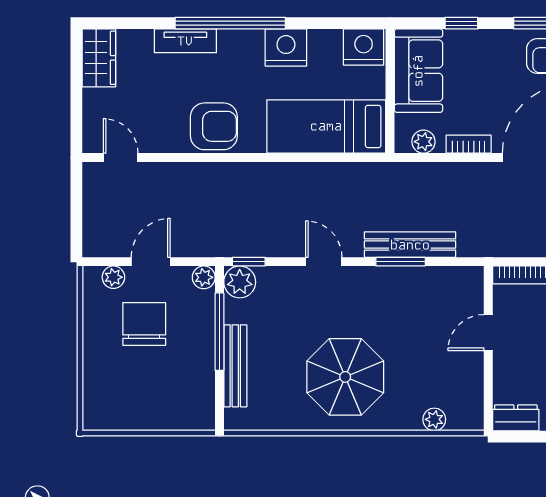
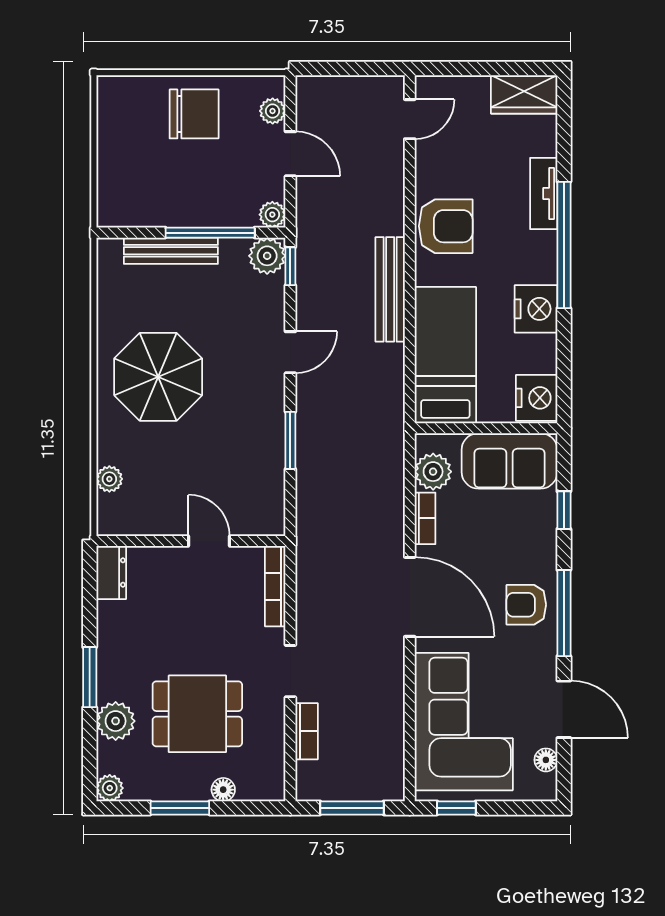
armchair: (214, 126) -> (446, 226), turned -90
plant: (423, 142) -> (433, 472), width x1.38, depth x1.38
bench: (410, 245) -> (390, 289), moved
chair: (144, 324) -> (194, 114), moved

